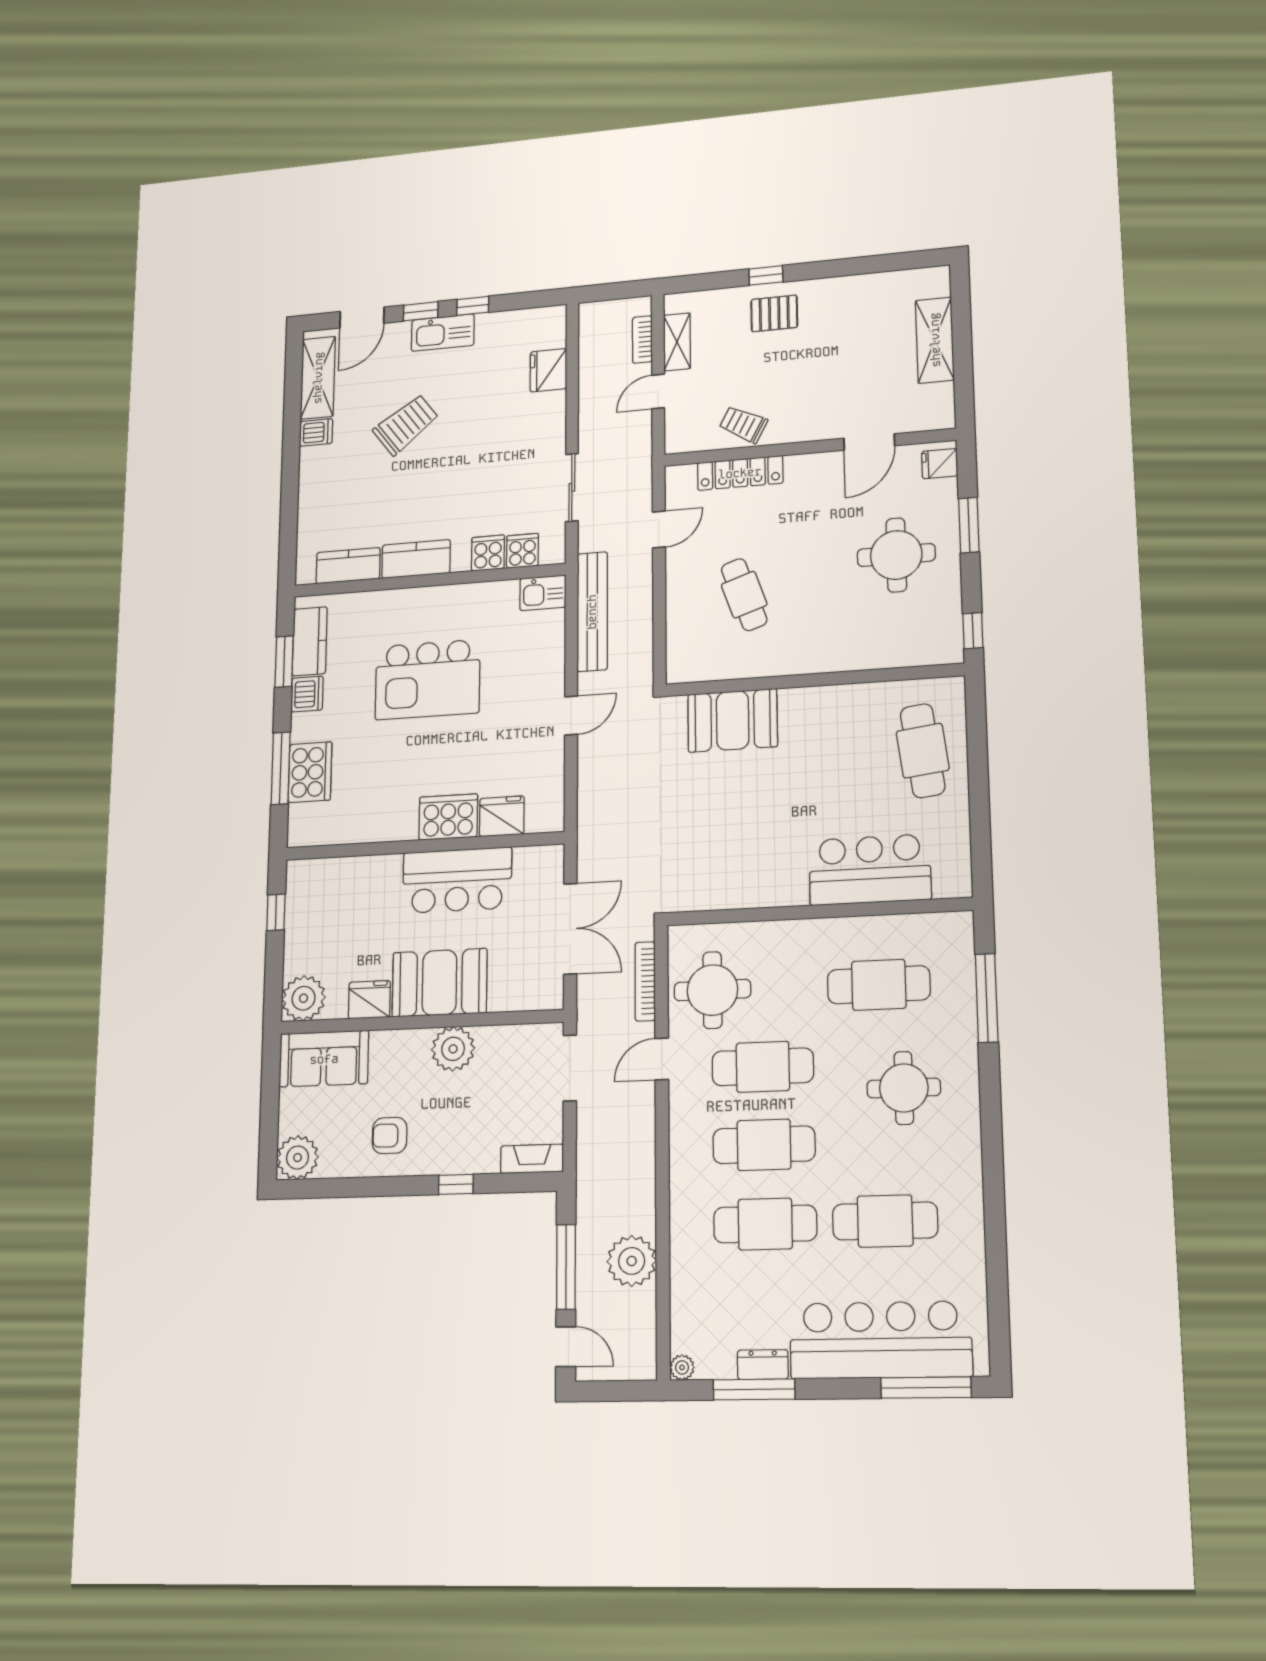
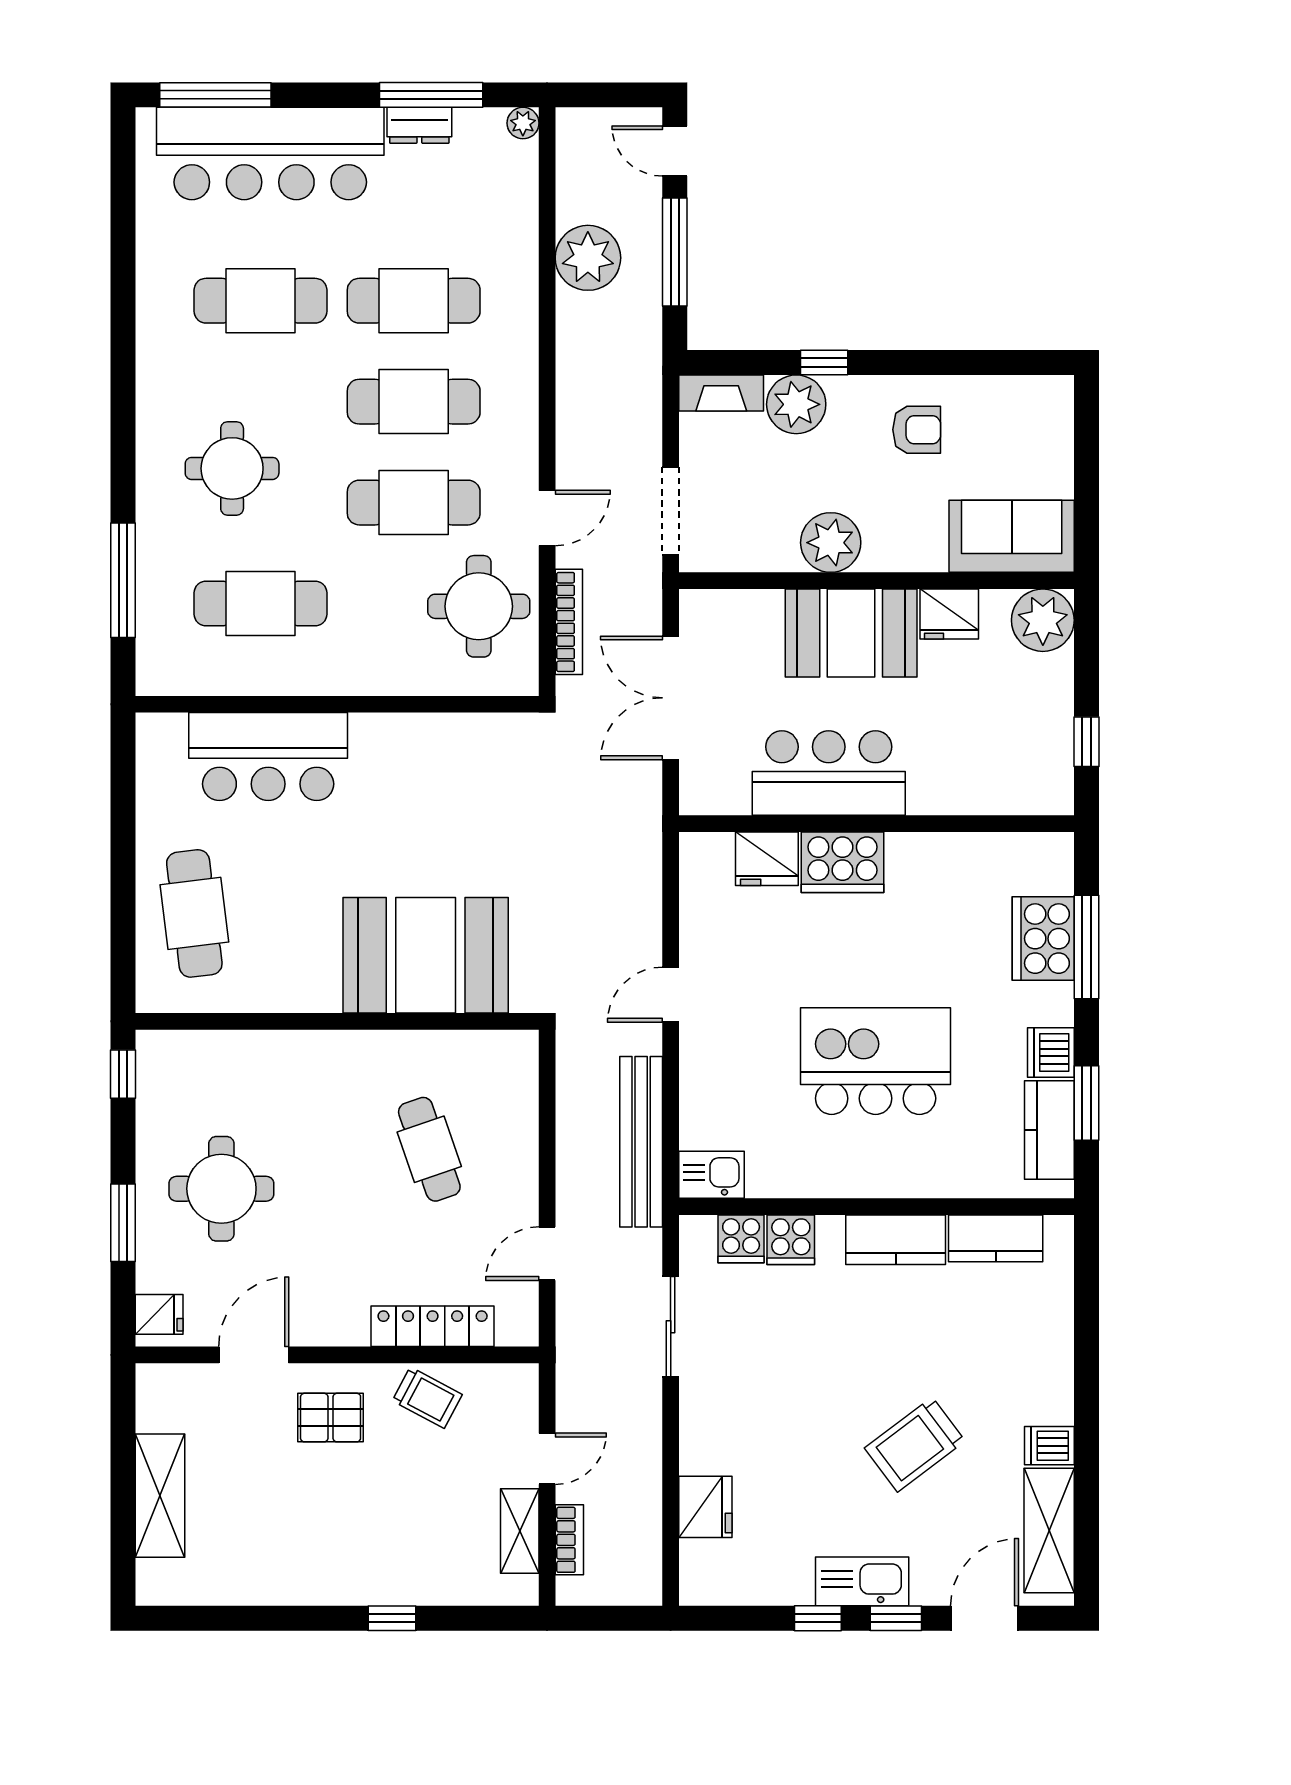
pallet: (774, 313) -> (331, 1418), moved
booth: (733, 720) -> (426, 955), width x1.36, depth x1.42
plant: (298, 1158) -> (796, 404), moved

